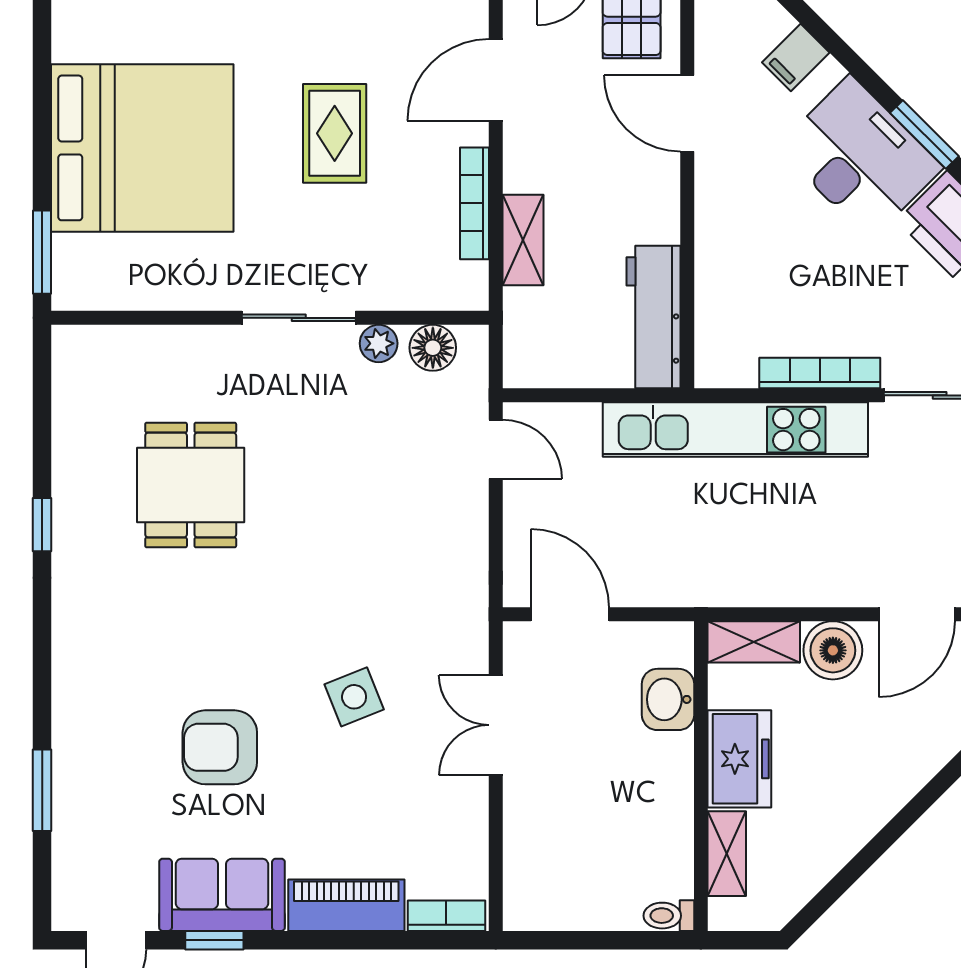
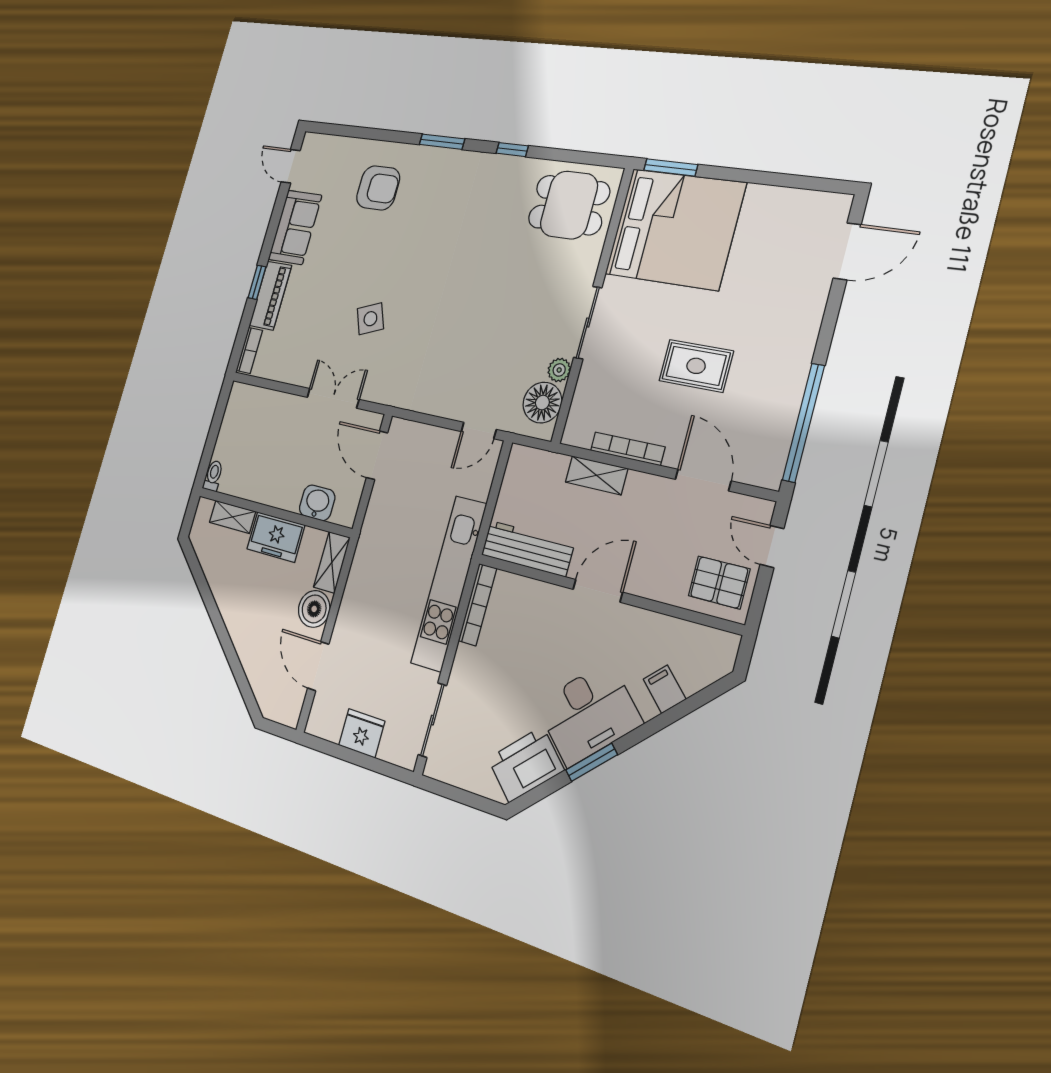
door: (687, 113) -> (598, 591), moved
bed: (142, 148) -> (675, 229), moved, turned -90
floor lamp: (433, 348) -> (542, 403), width x1.38, depth x1.38
bookcase: (820, 373) -> (477, 605), moved
dining table: (191, 485) -> (569, 205), moved
door: (570, 614) -> (377, 455), swing flipped
armchair: (220, 747) -> (378, 188), moved, turned 90
window: (42, 790) -> (442, 142), moved
window: (214, 940) -> (257, 282), moved

